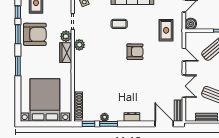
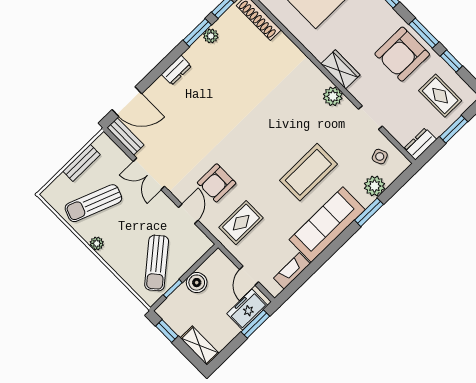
coffee table: (119, 24) -> (308, 172), width x1.86, depth x1.72
boiler: (191, 24) -> (197, 283), moved
rug: (166, 30) -> (241, 223), turned 90
plant: (66, 36) -> (361, 90), removed
armchair: (135, 52) -> (217, 183), moved
door: (184, 55) -> (188, 214), swing flipped

